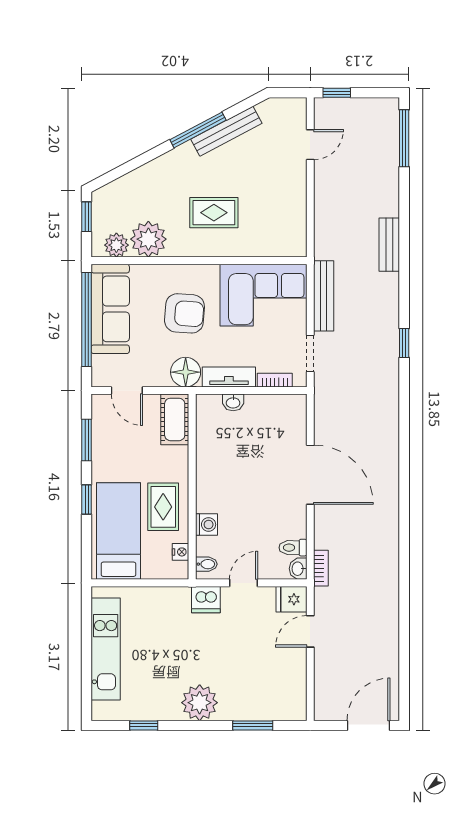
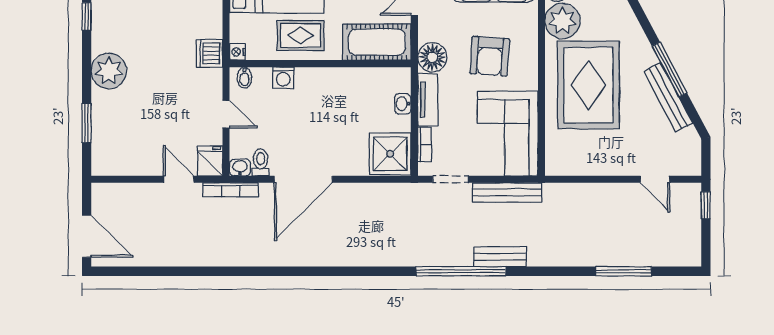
window: (404, 138) -> (624, 271), moved
rug: (214, 213) -> (588, 85), width x1.86, depth x2.06
bench: (389, 245) -> (500, 257), moved
window: (404, 343) -> (461, 271), width x3.17
shower: (284, 415) -> (390, 154), added
cot: (175, 419) -> (377, 42), width x1.37, depth x1.34
door: (310, 475) -> (303, 179), moved
nightstand: (181, 552) -> (237, 52), moved, turned 90
bookcase: (321, 568) -> (231, 190), width x1.56
dishwasher: (206, 600) -> (210, 53), moved

